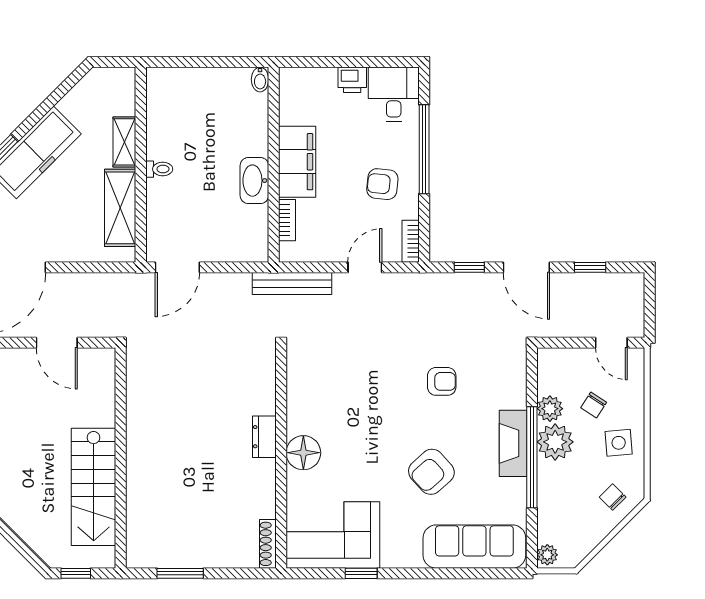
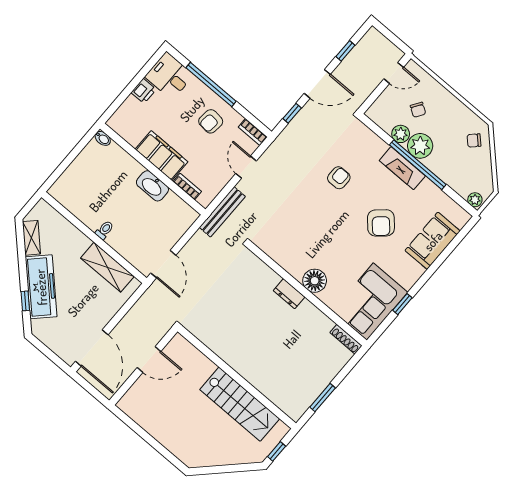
shelving: (124, 142) -> (31, 238), moved, turned 45
side table: (619, 443) -> (449, 113), removed
sofa: (474, 547) -> (433, 241), width x0.73

